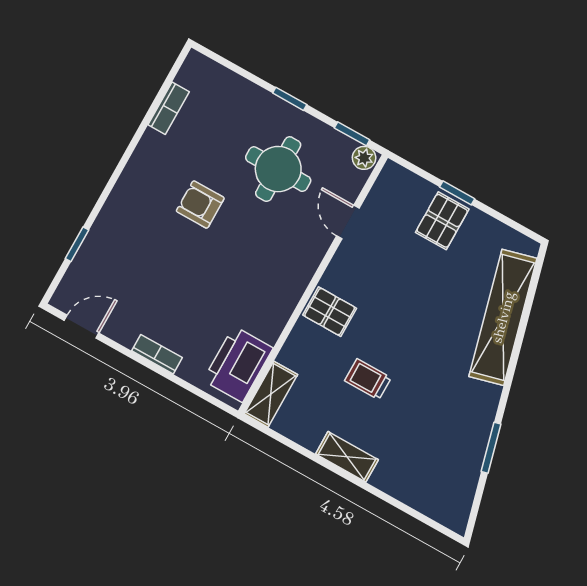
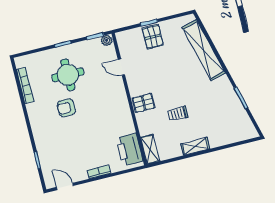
bookcase: (169, 108) -> (25, 85), width x1.56
round table: (278, 169) -> (68, 75), moved
door: (82, 327) -> (65, 186), hinge flipped

